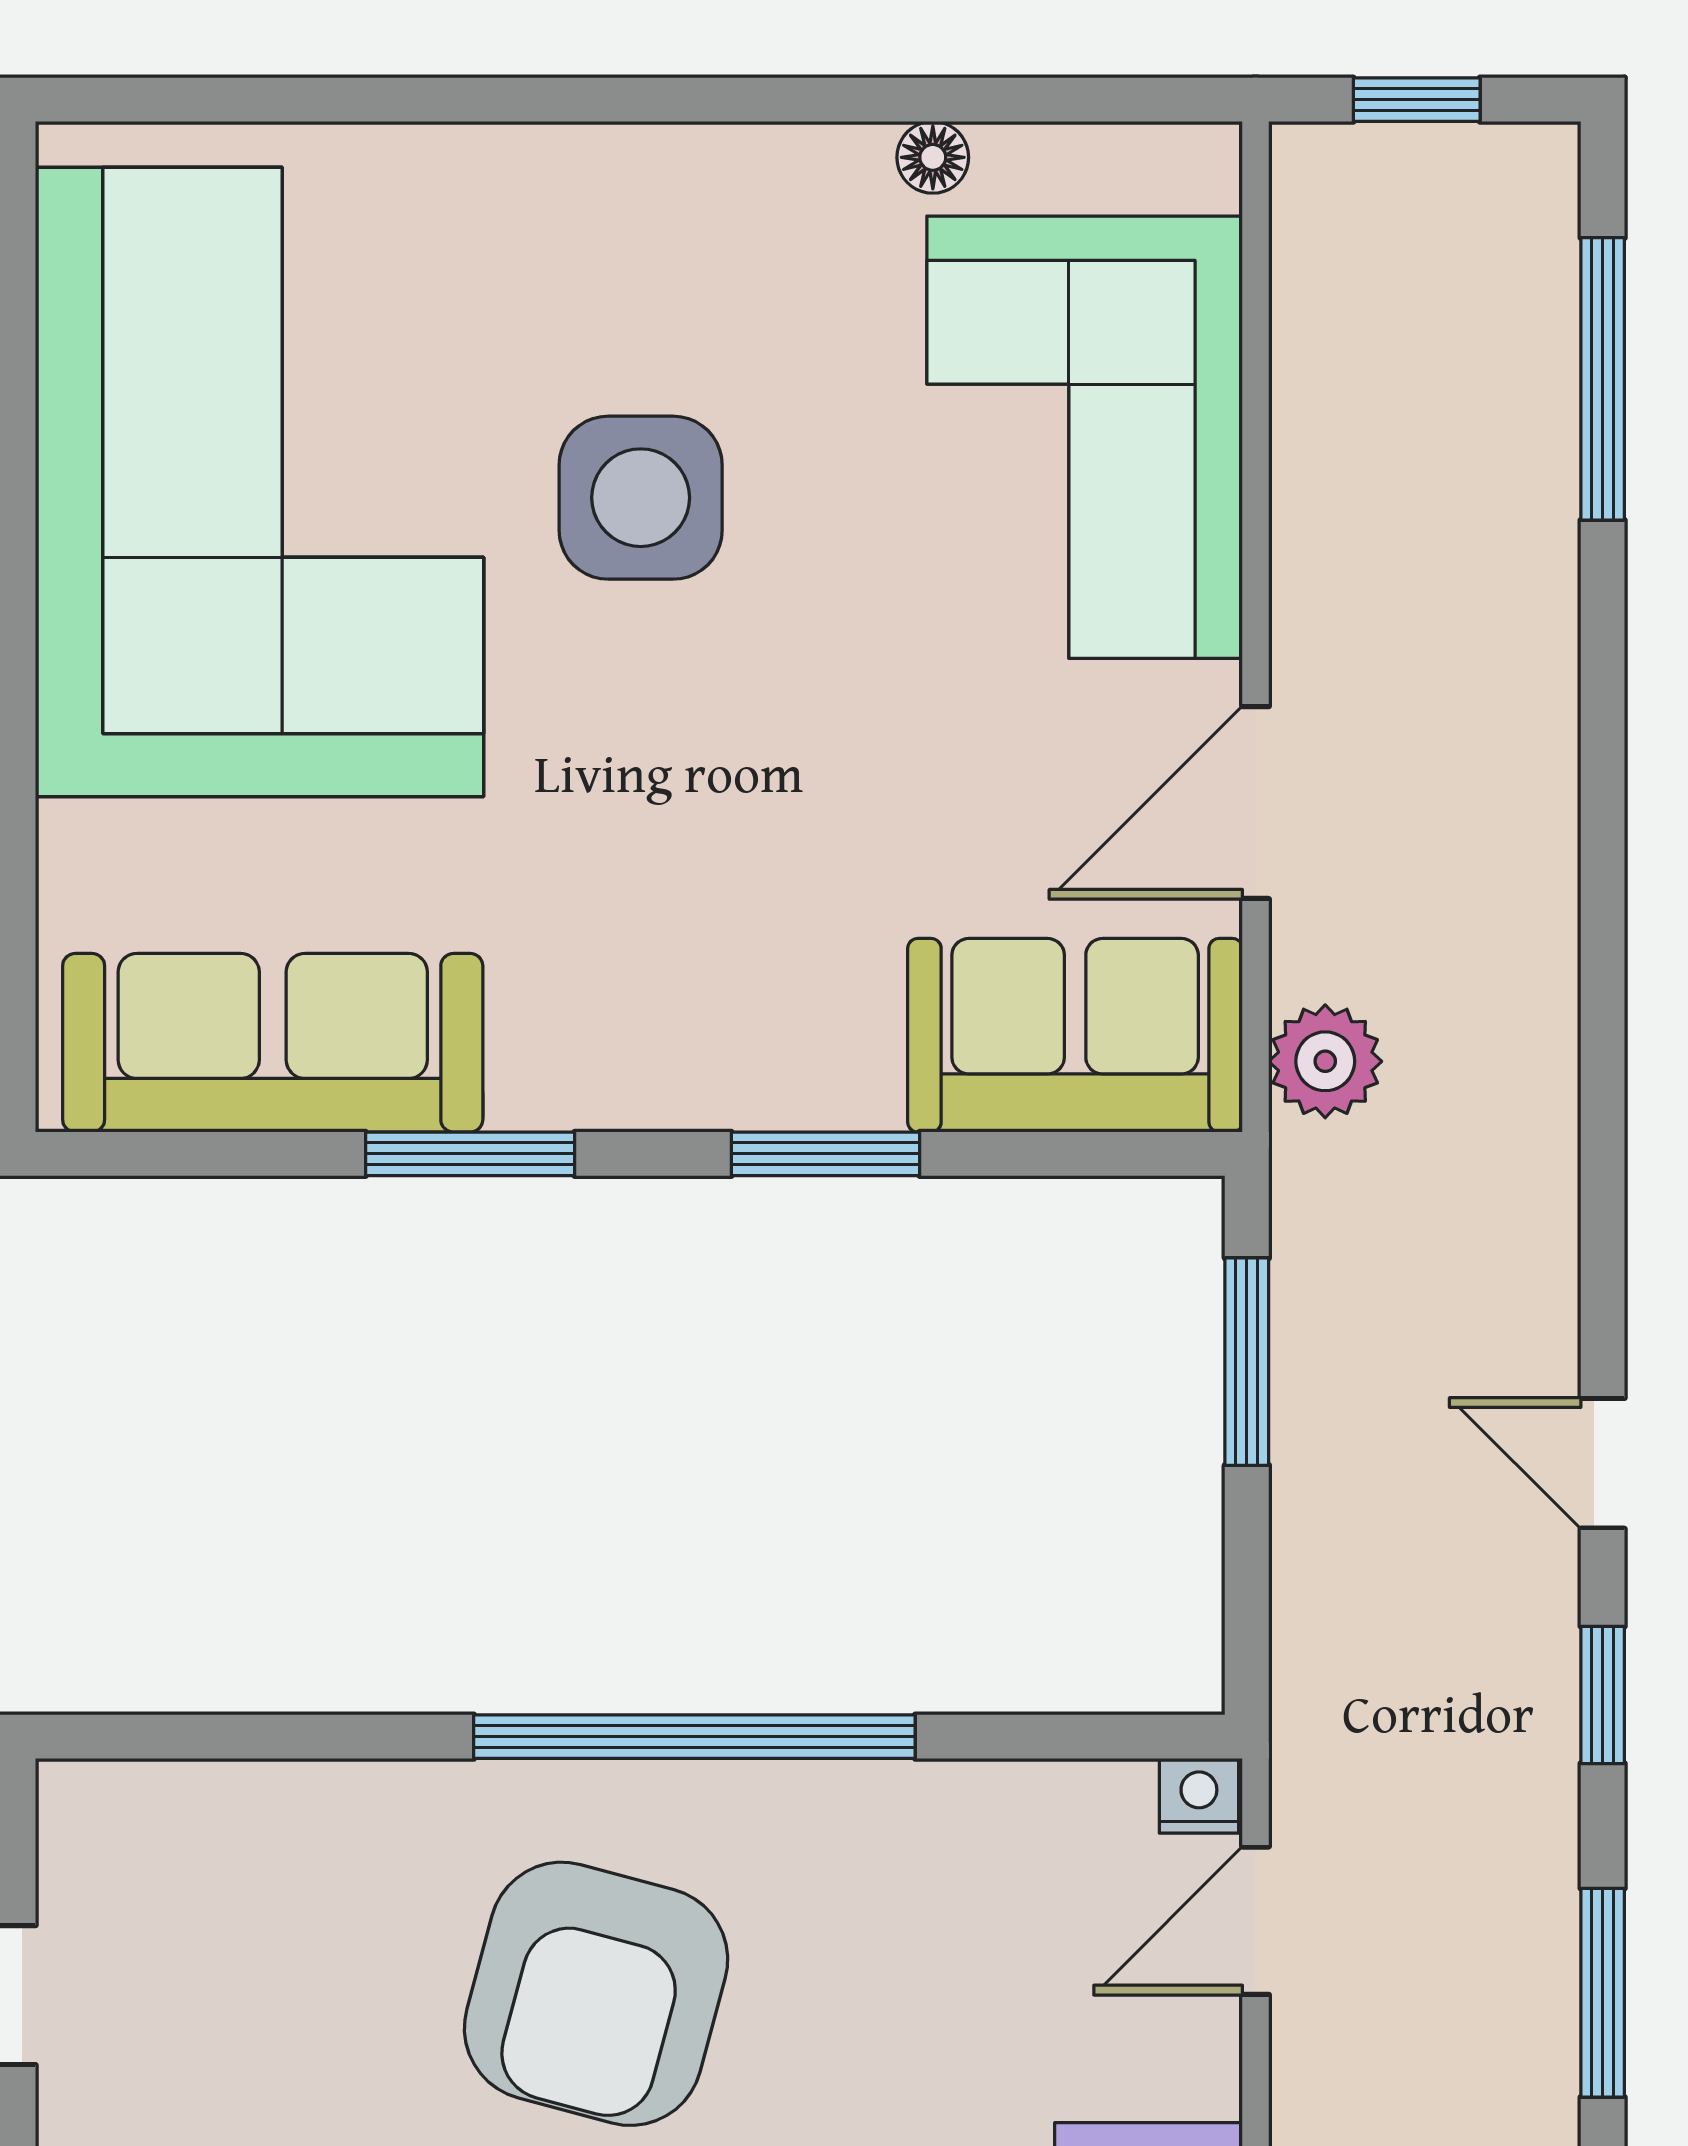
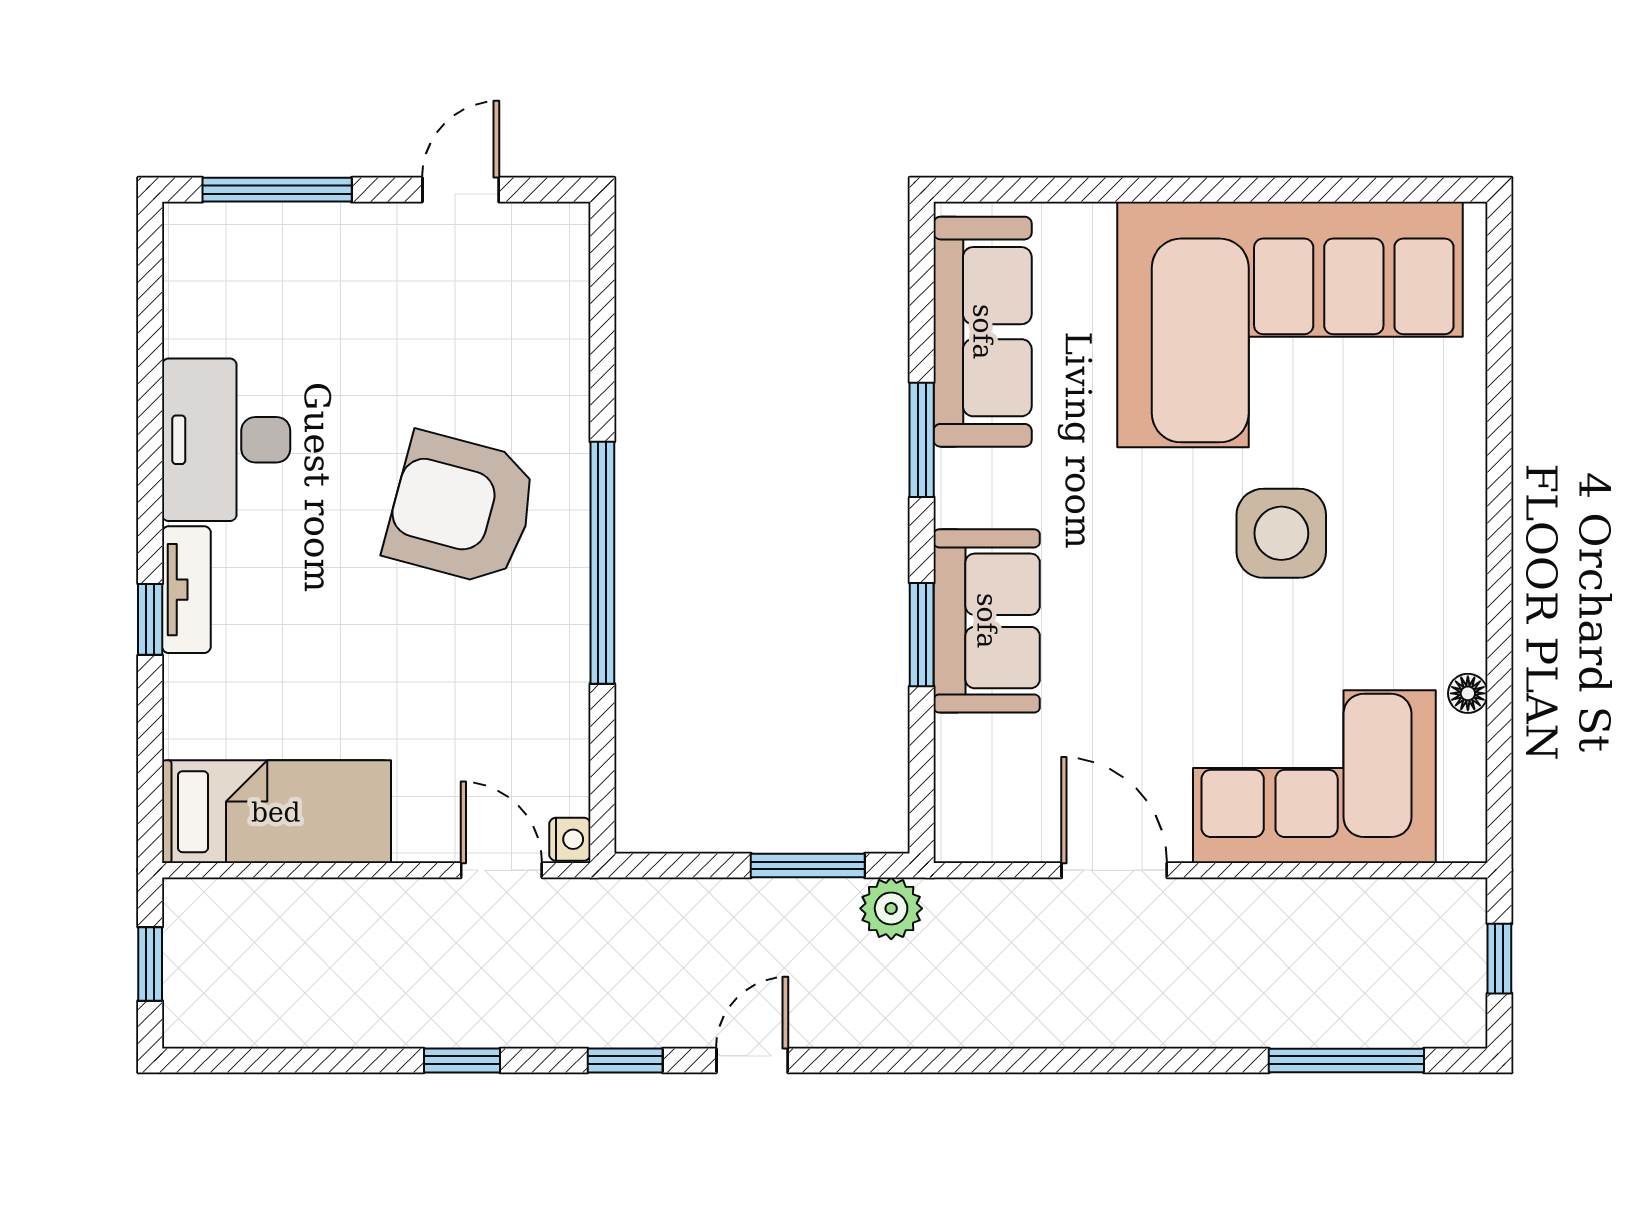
sofa: (1075, 1035) -> (987, 621), moved
plant: (1325, 1061) -> (891, 908), moved
window: (1603, 1993) -> (462, 1060), width x0.67

